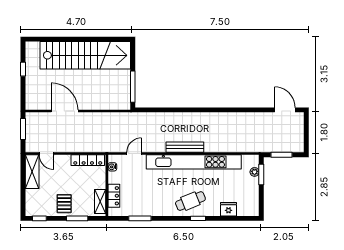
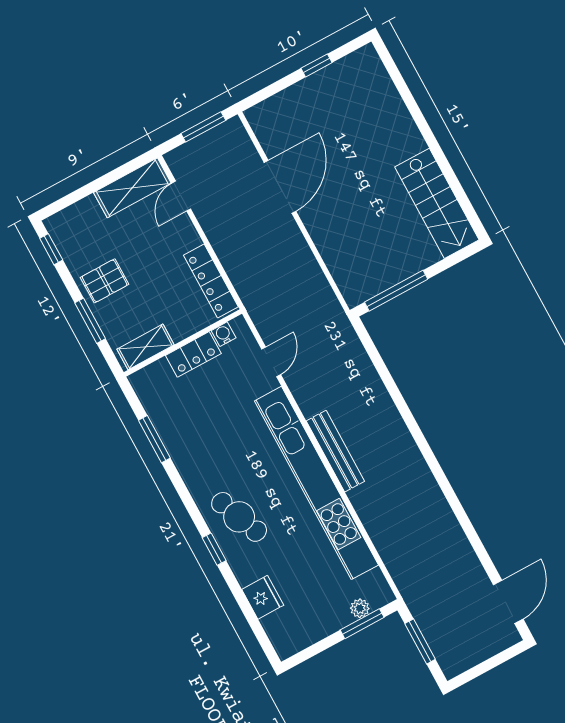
stairs: (85, 55) -> (437, 203), width x0.54, depth x0.66
door: (134, 154) -> (271, 362), hinge flipped
locker: (114, 196) -> (193, 354), moved

